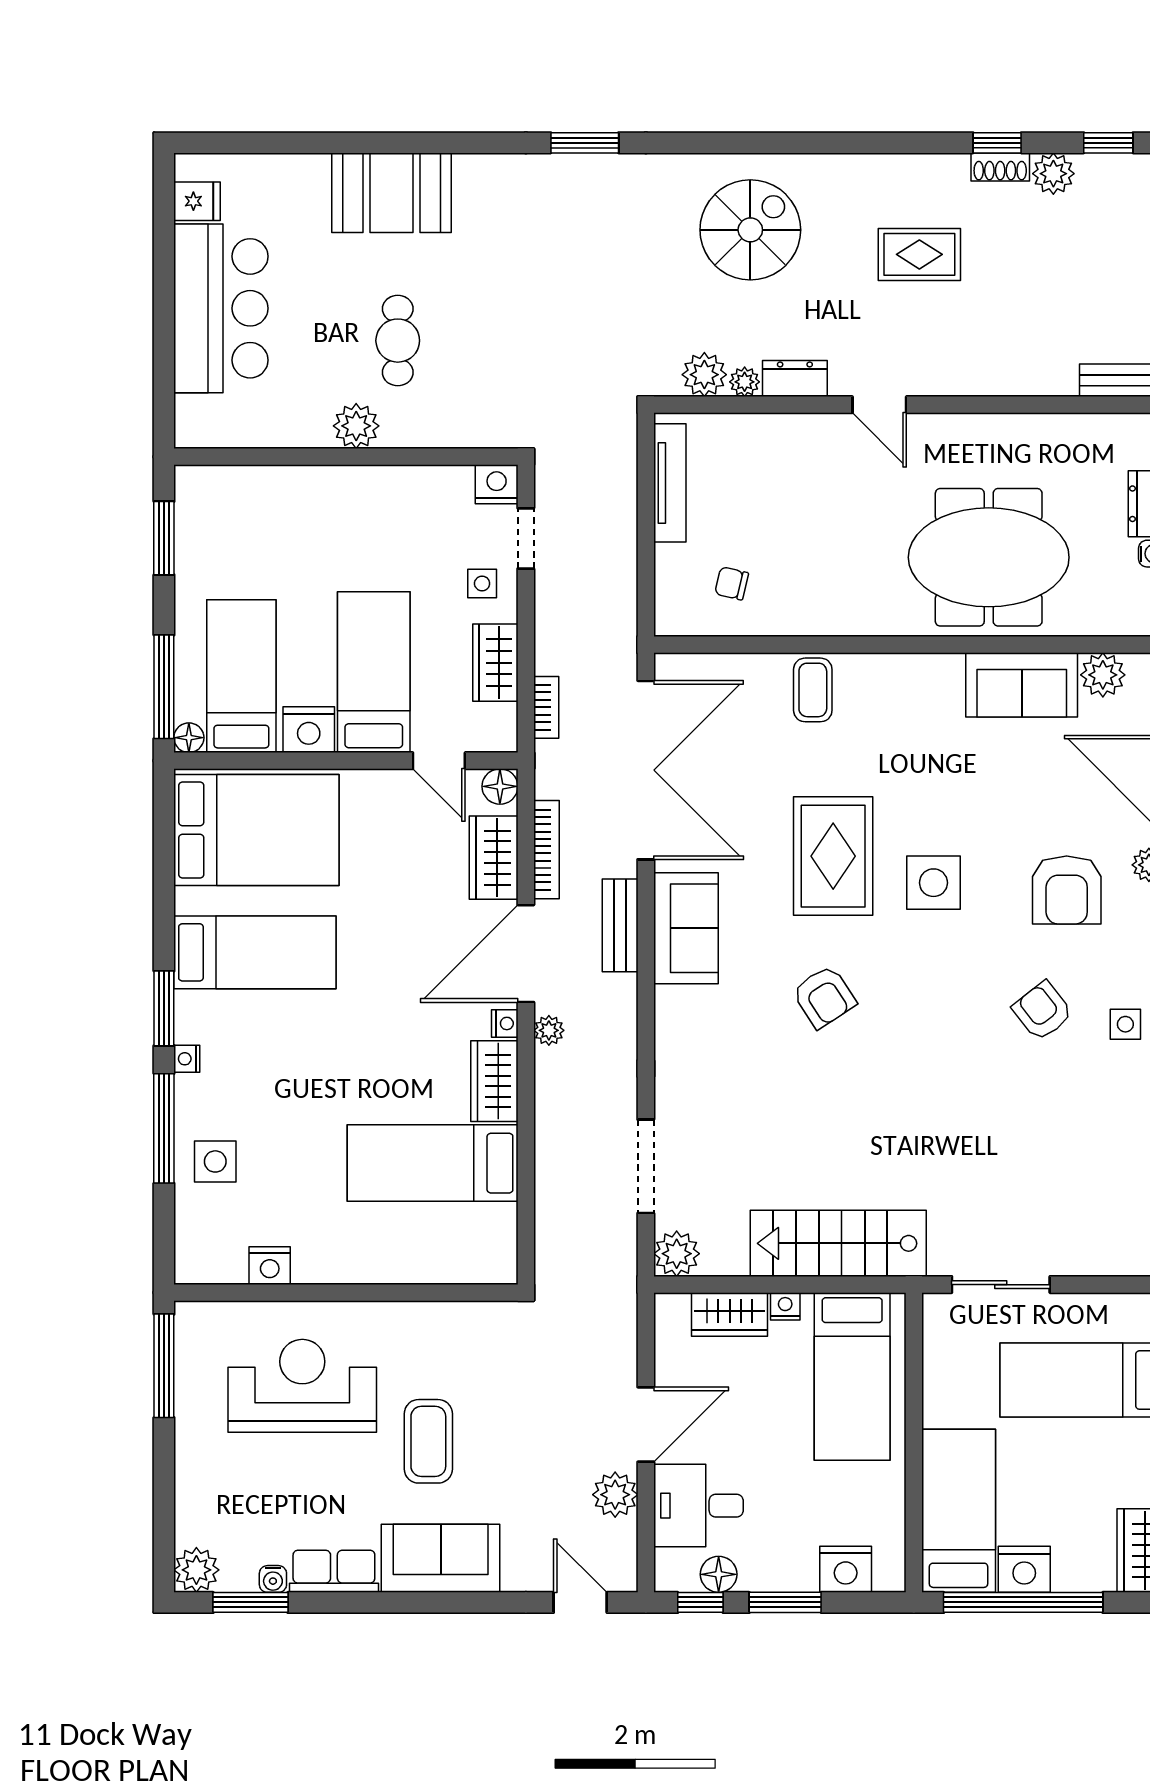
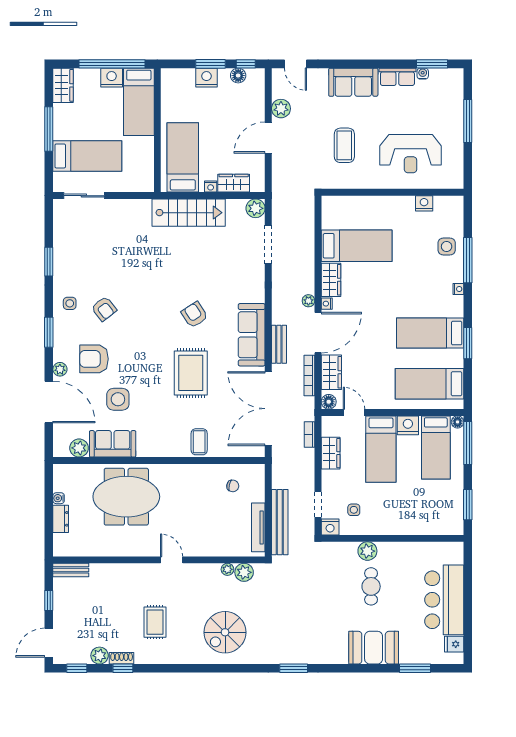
window: (291, 143) -> (415, 668), added
rug: (919, 254) -> (155, 622), turned 90
dresser: (795, 379) -> (207, 571), removed
plant: (356, 426) -> (367, 551), moved
bench: (618, 496) -> (280, 522), added
side table: (482, 583) -> (354, 510), moved
bed: (256, 830) -> (430, 384), width x0.67
side table: (933, 883) -> (118, 399), moved
armchair: (1067, 890) -> (94, 359), turned -90
sofa: (686, 928) -> (252, 335), width x1.36
window: (164, 1008) -> (468, 343), moved
sliding door: (1001, 1285) -> (84, 196), moved
window: (164, 1366) -> (468, 121), moved
coffee table: (428, 1441) -> (344, 145), moved
desk: (698, 1506) -> (246, 104), removed
nightstand: (846, 1569) -> (206, 78), moved
plant: (196, 1570) -> (454, 77), removed

